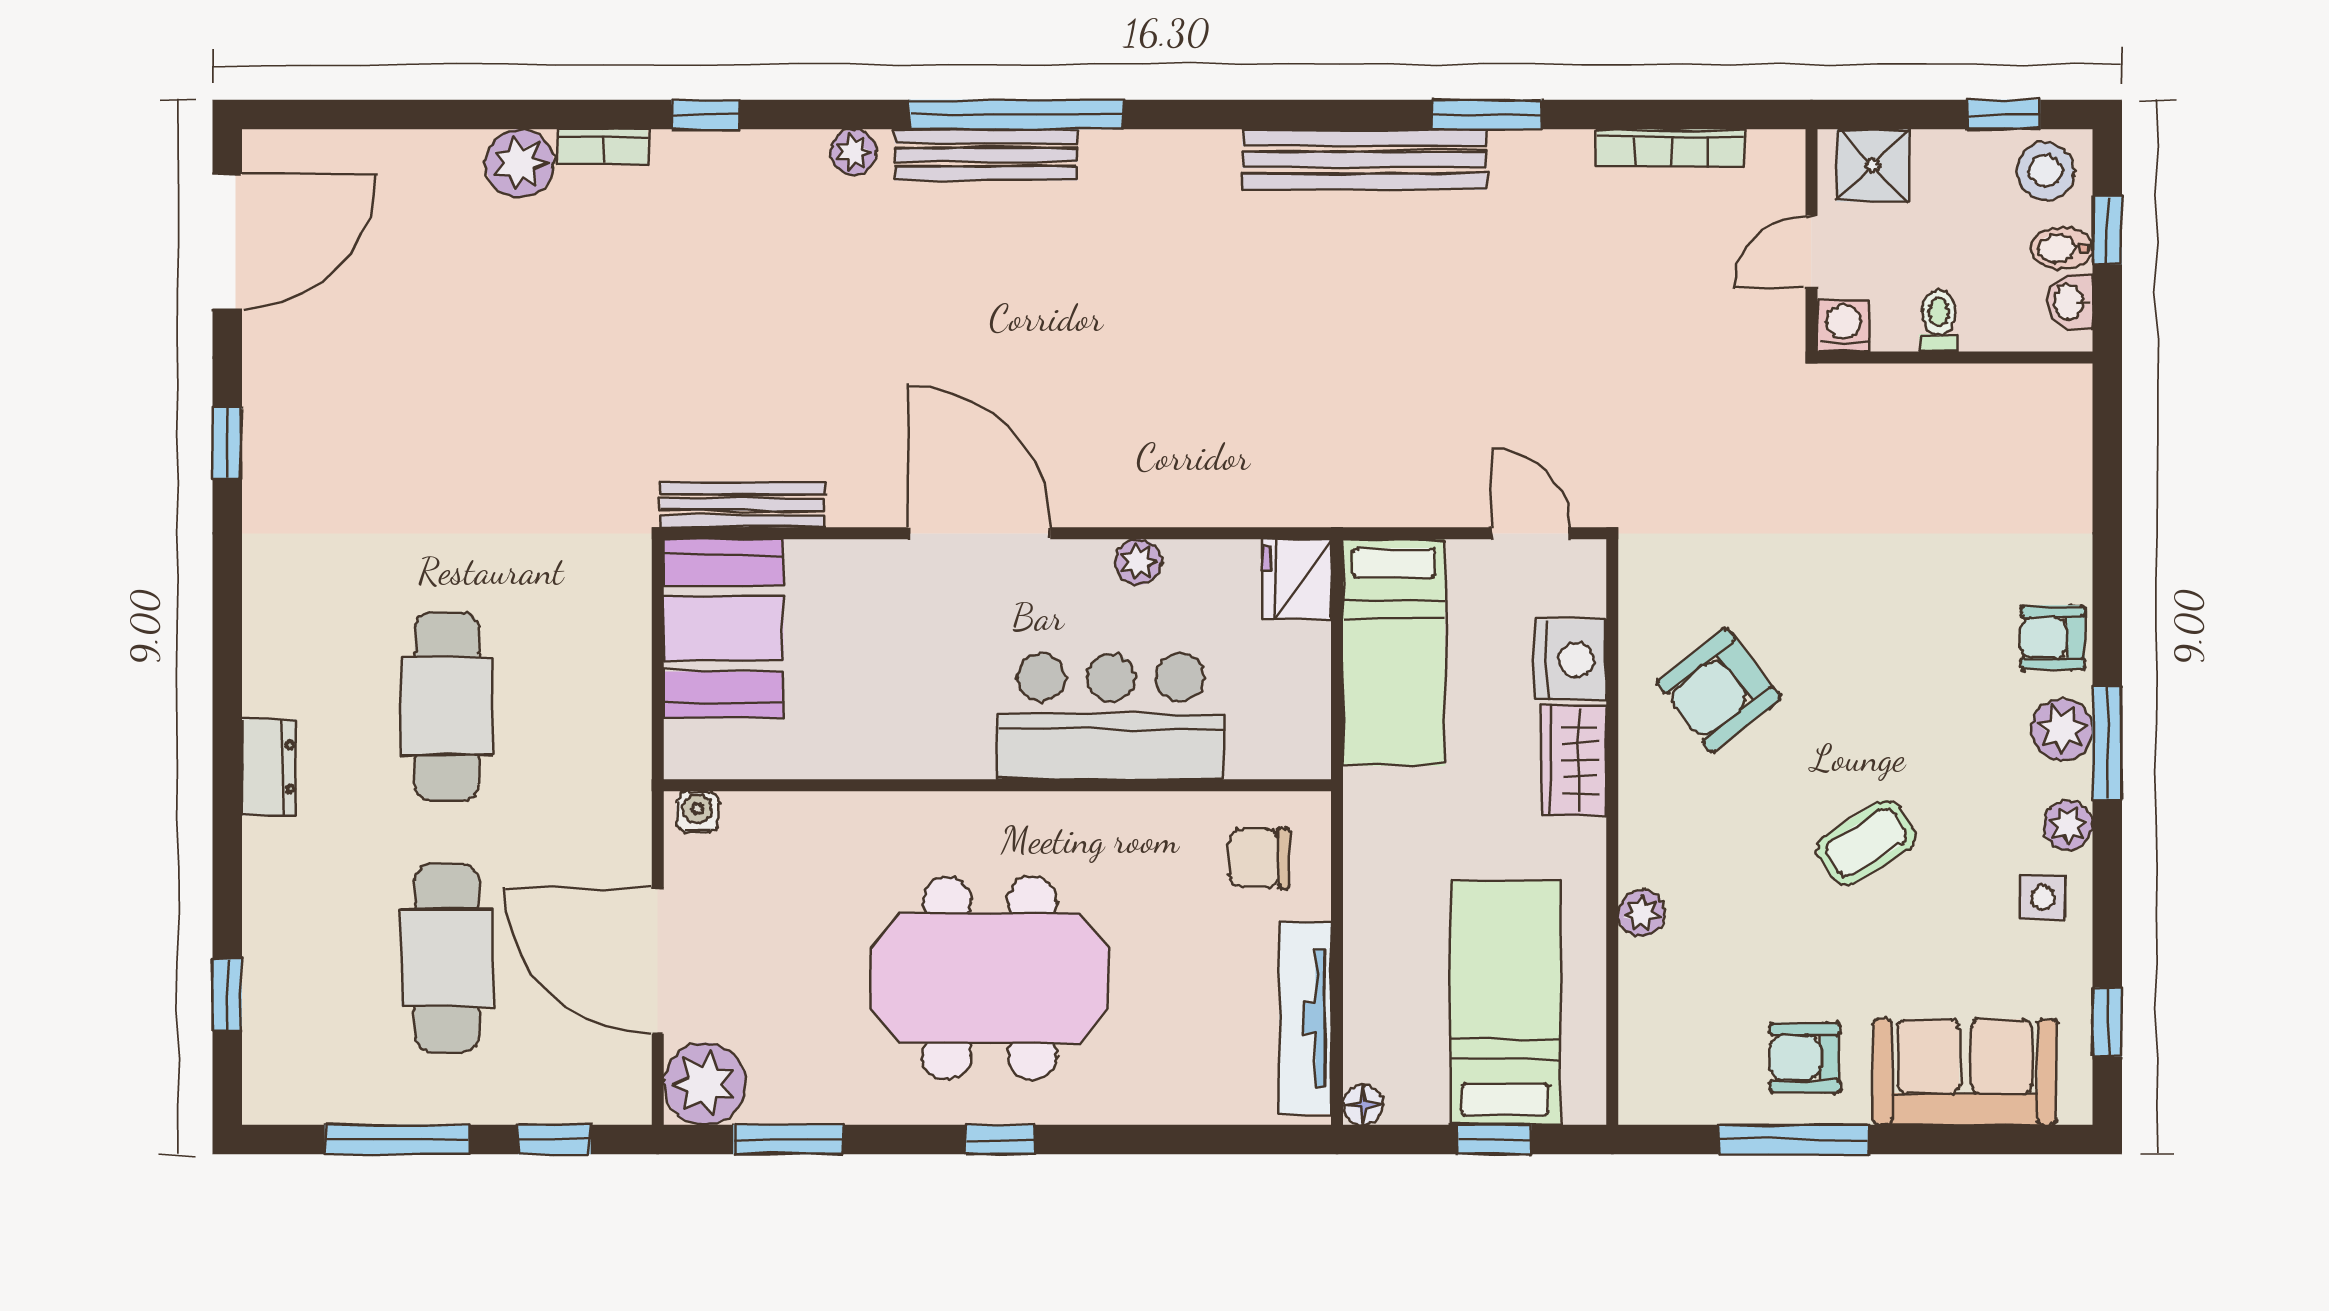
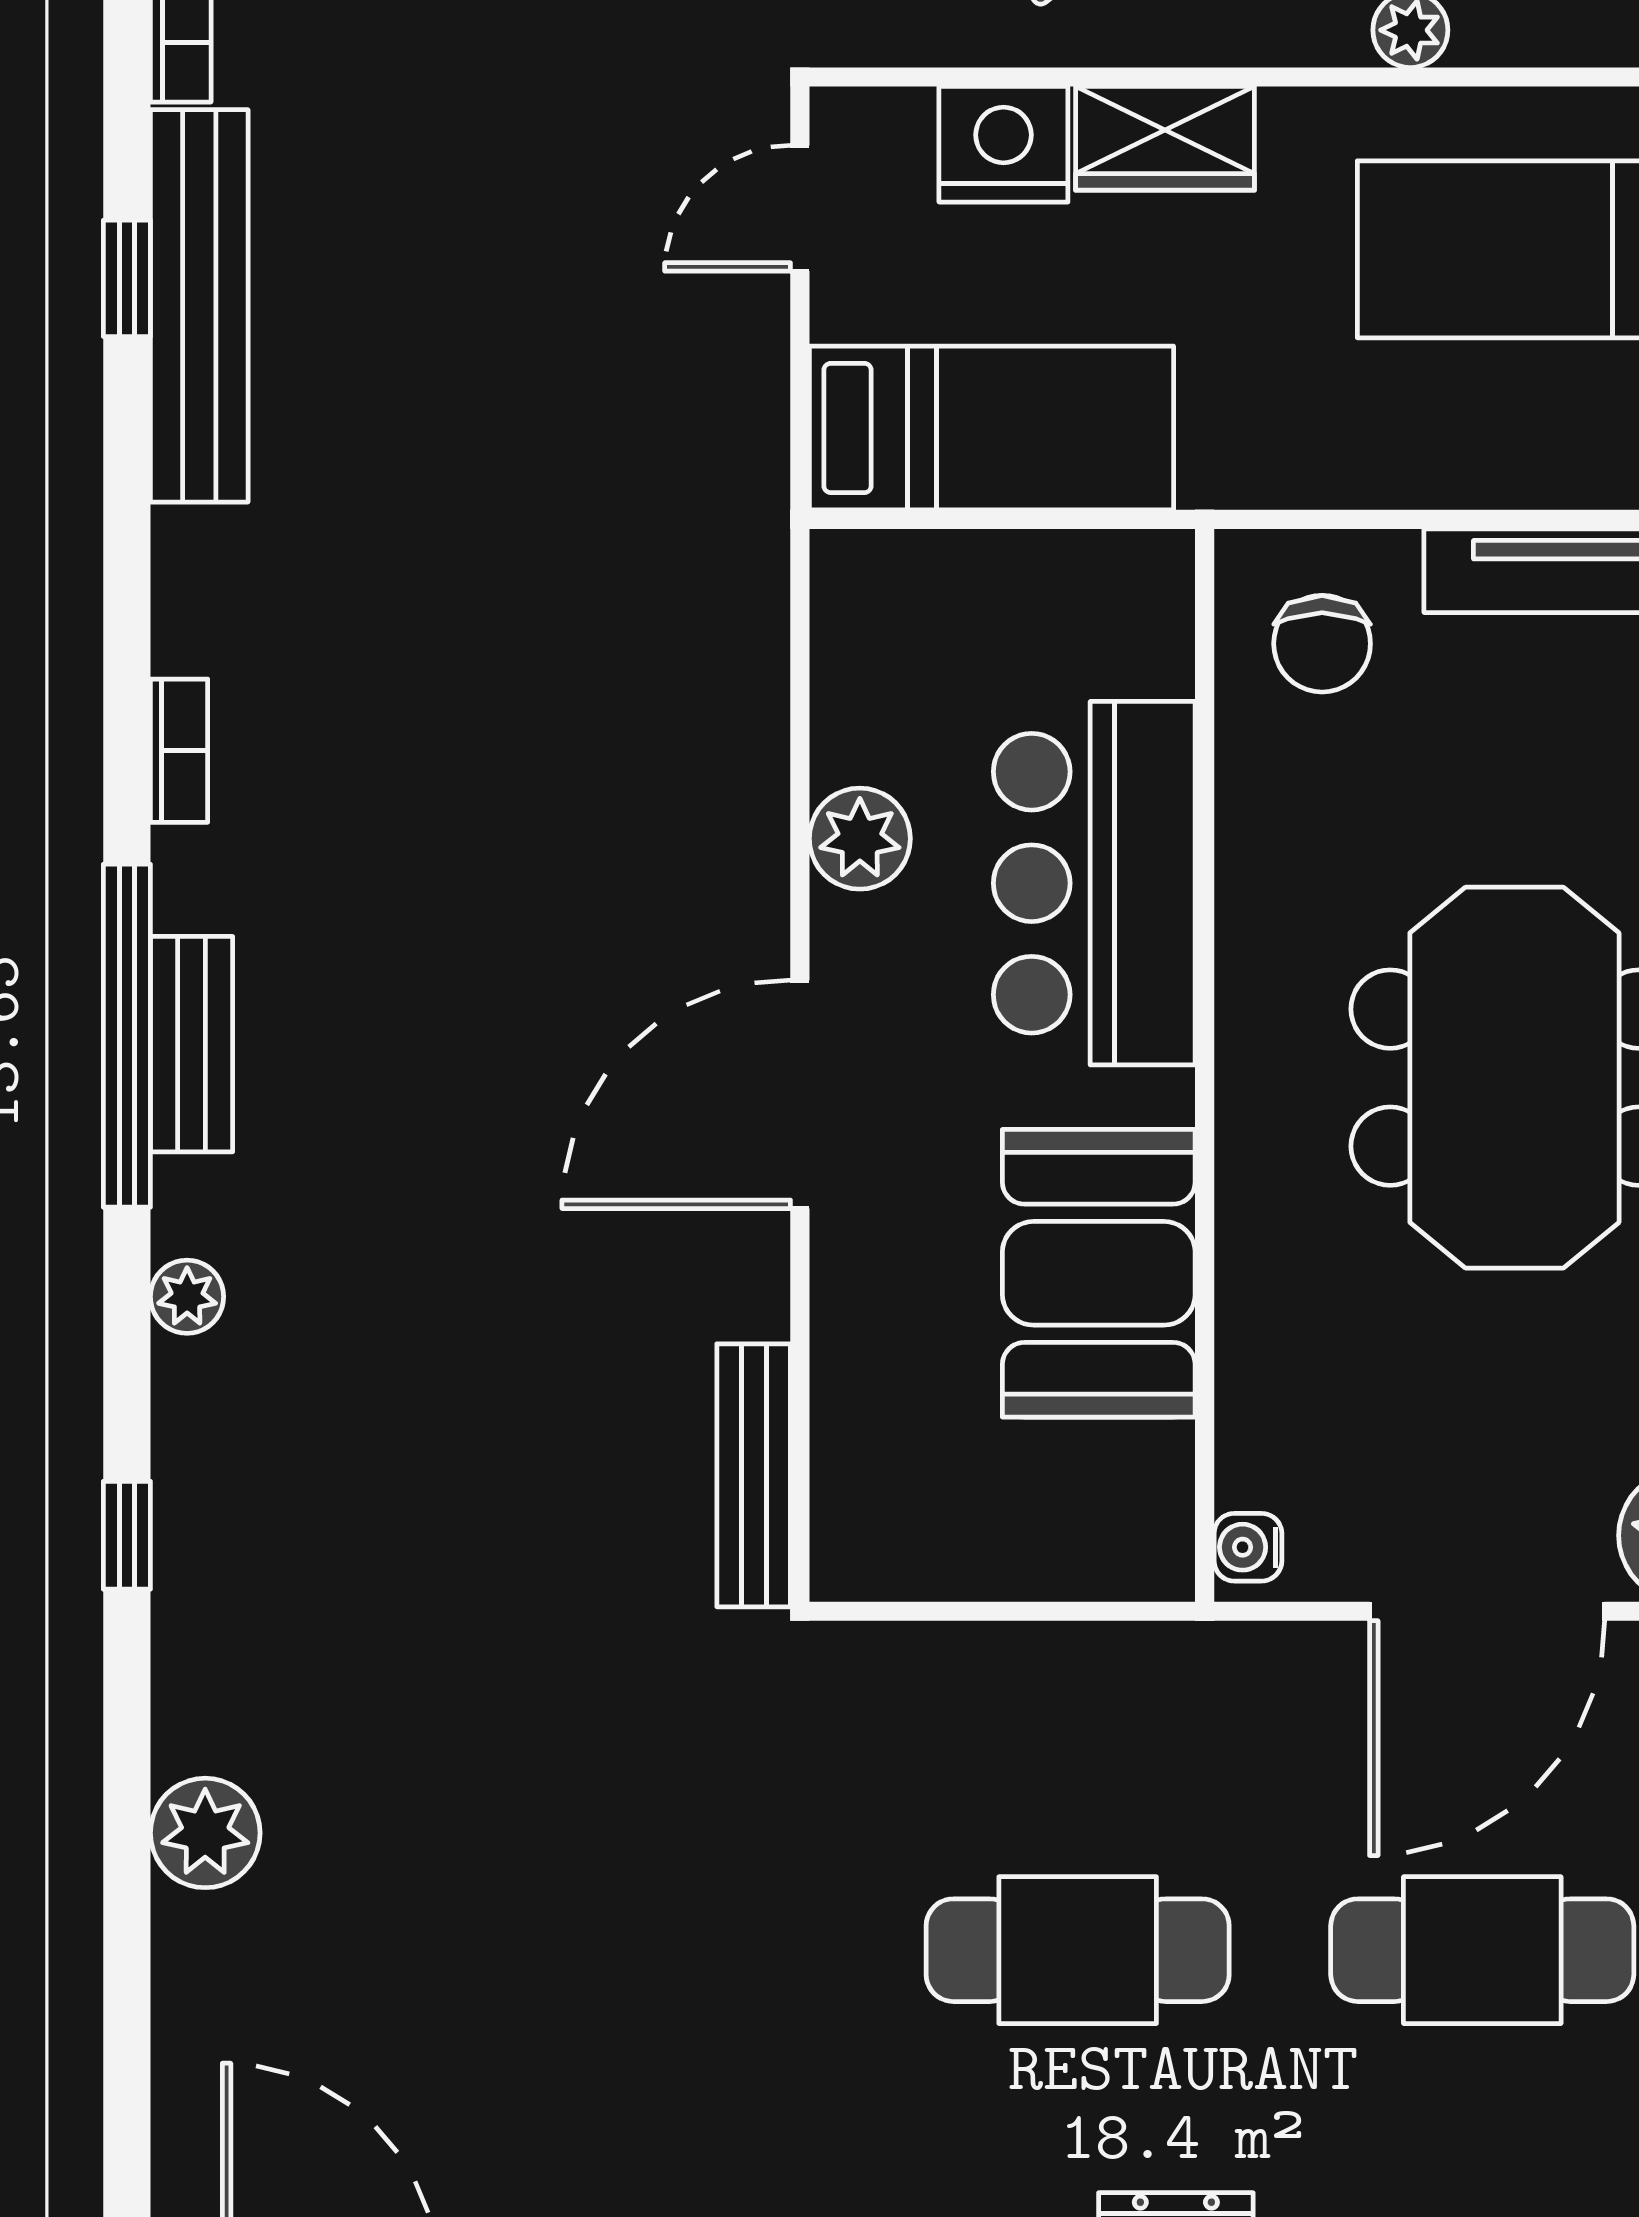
window: (1487, 115) -> (127, 278), width x0.67
bookcase: (603, 147) -> (179, 751), moved
bench: (986, 155) -> (192, 1044), width x0.73
bench: (1365, 160) -> (199, 306), moved
plant: (1138, 562) -> (860, 839), width x1.38, depth x1.38
fridge: (1297, 579) -> (873, 584), removed
booth: (724, 629) -> (1099, 1273), moved, turned 90

